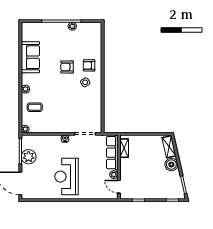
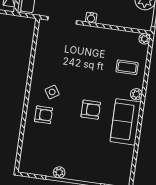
sofa: (30, 57) -> (126, 122), moved
armchair: (67, 67) -> (91, 110), moved

